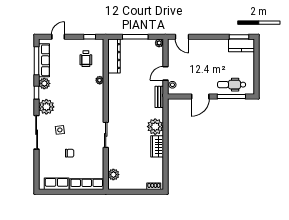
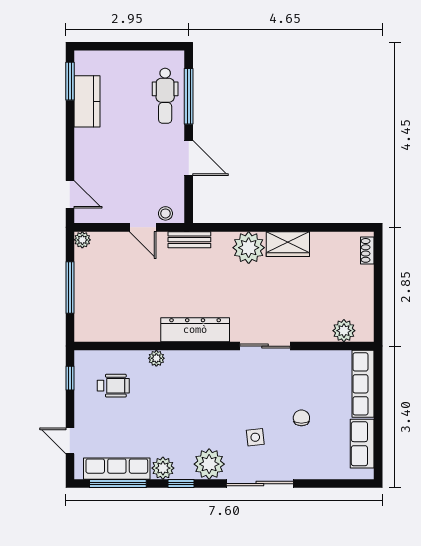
door: (182, 37) -> (70, 194), hinge flipped
kitchen counter: (241, 45) -> (87, 101), moved
dresser: (114, 56) -> (195, 330), moved

